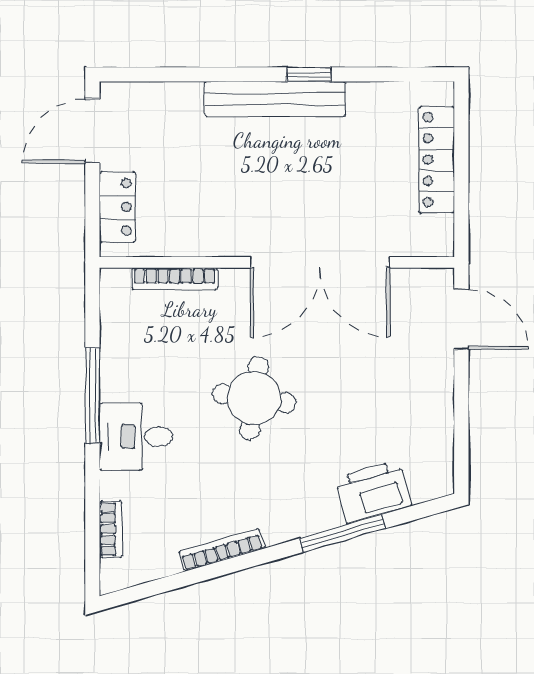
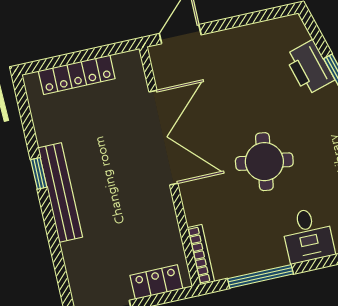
bookcase: (175, 279) -> (201, 255), moved
window: (92, 396) -> (260, 276), moved

